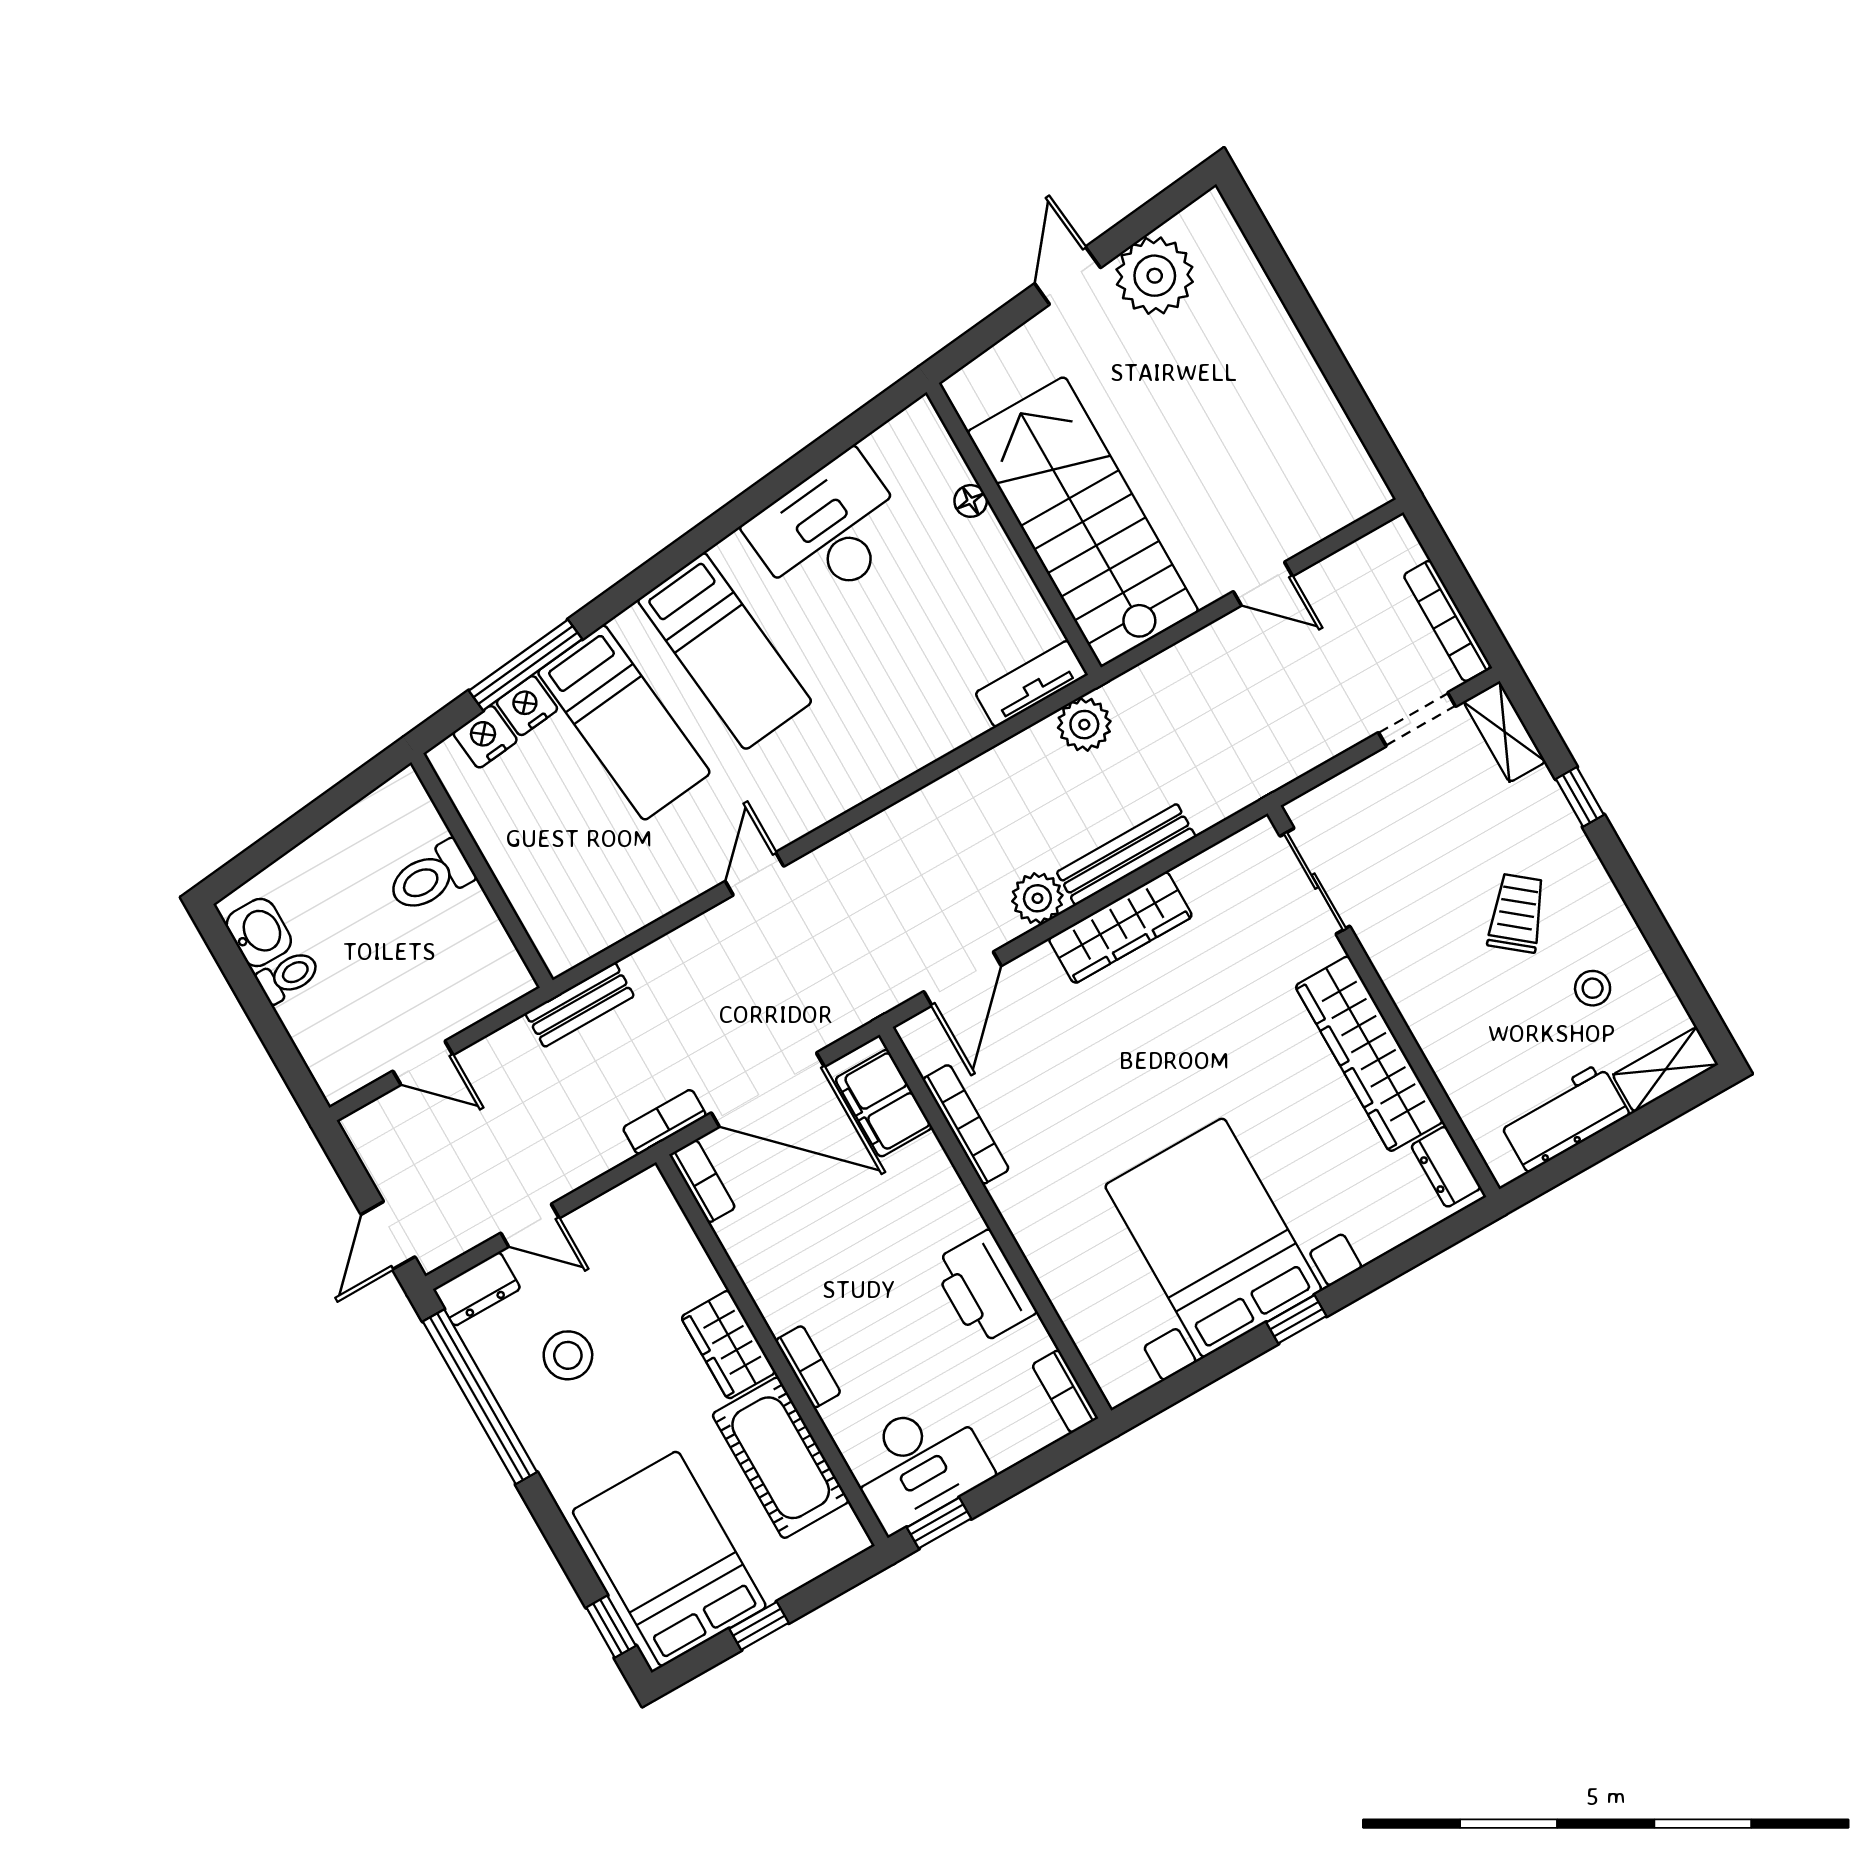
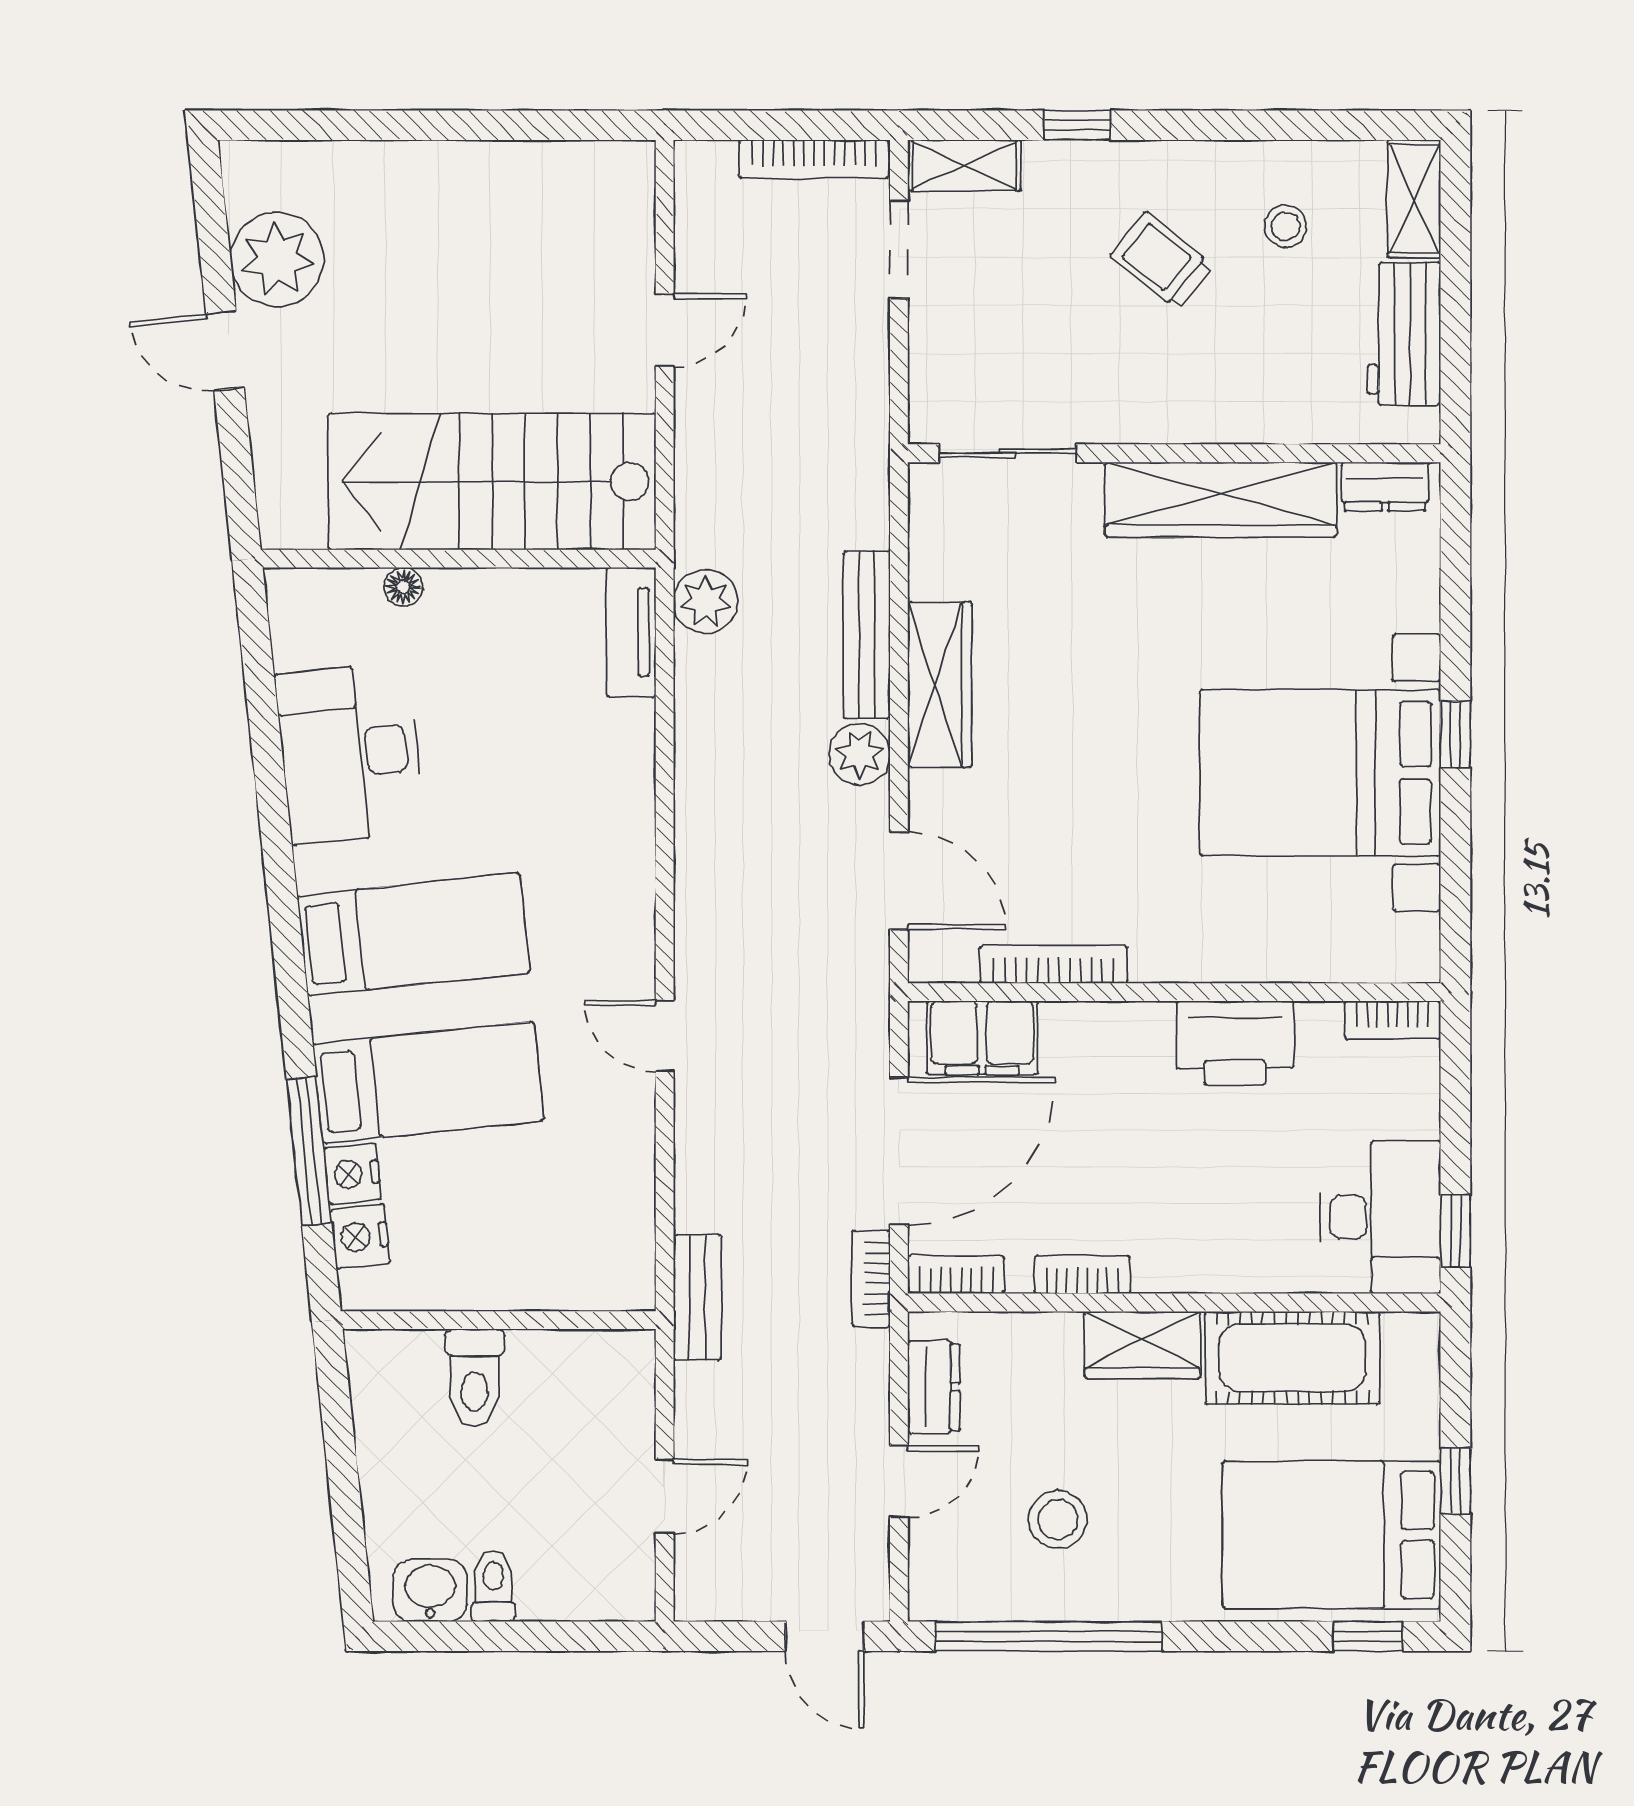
dresser: (477, 1289) -> (934, 1387), moved
bookcase: (808, 1367) -> (1082, 1275), moved

